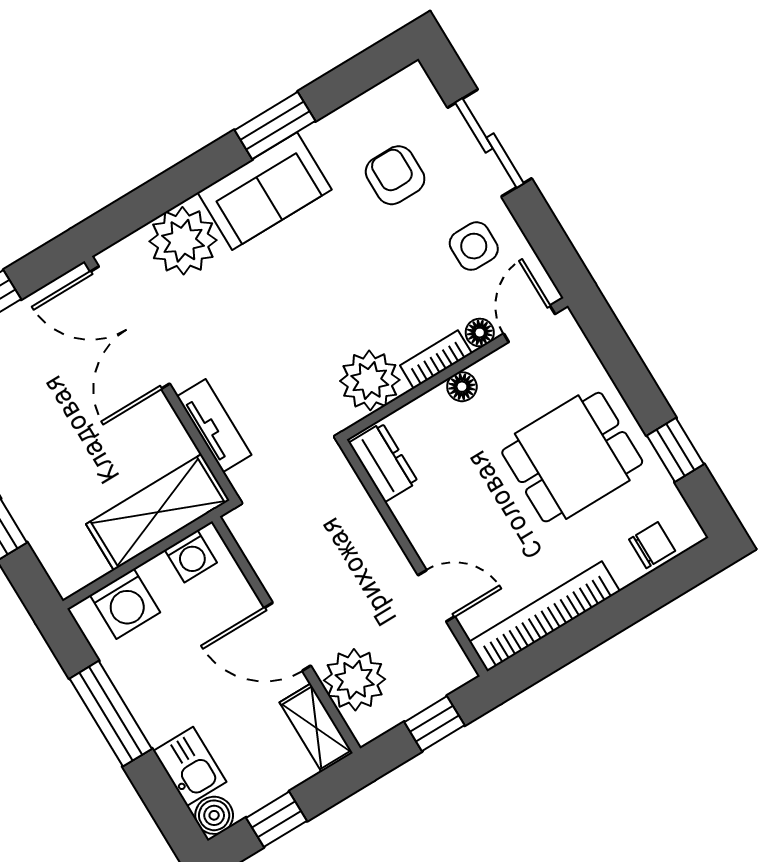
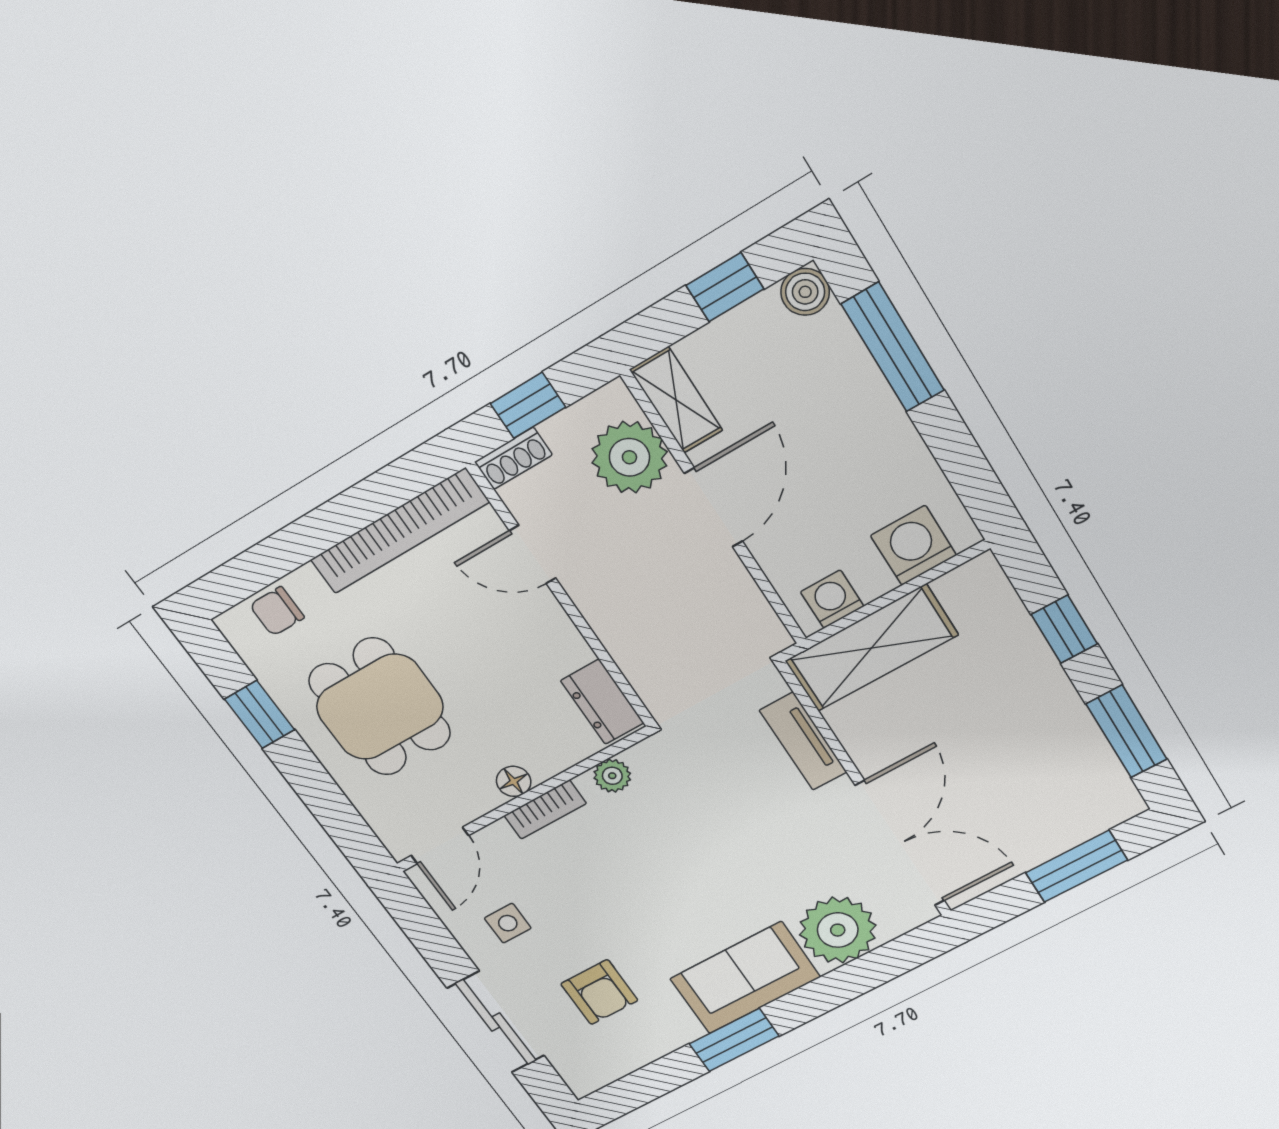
side table: (474, 246) -> (508, 923), width x0.73, depth x0.73
floor lamp: (480, 333) -> (496, 837), removed
plant: (370, 380) -> (612, 776), width x0.53, depth x0.53
dining table: (572, 457) -> (380, 707), turned 90
door: (287, 637) -> (714, 507), hinge flipped
shoe rack: (448, 679) -> (513, 458), added
window: (111, 714) -> (893, 347), moved
kitchen sink: (190, 766) -> (836, 352), removed

